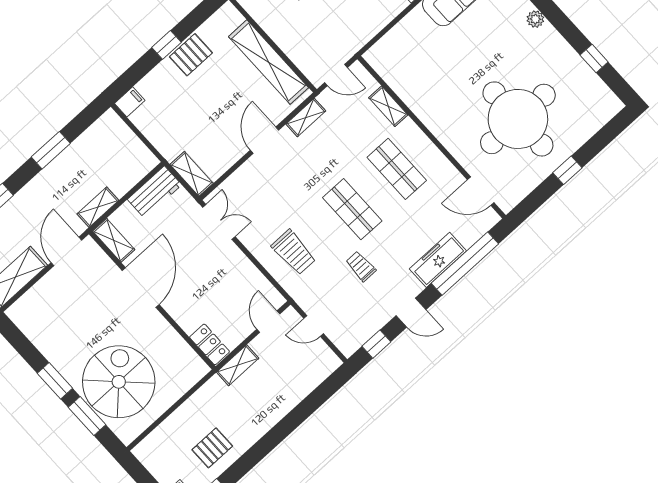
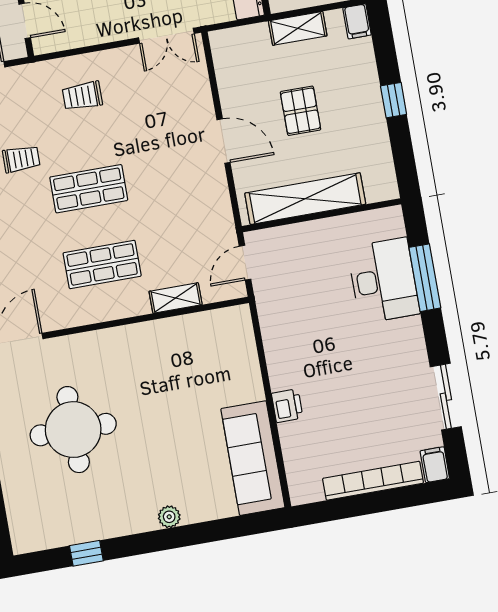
pallet: (191, 55) -> (301, 111), moved
shelving: (306, 117) -> (220, 201), removed
round table: (518, 119) -> (73, 430), width x0.73, depth x0.73
shelving: (192, 174) -> (298, 28), moved
trolley: (294, 252) -> (82, 96), width x0.73, depth x0.72

